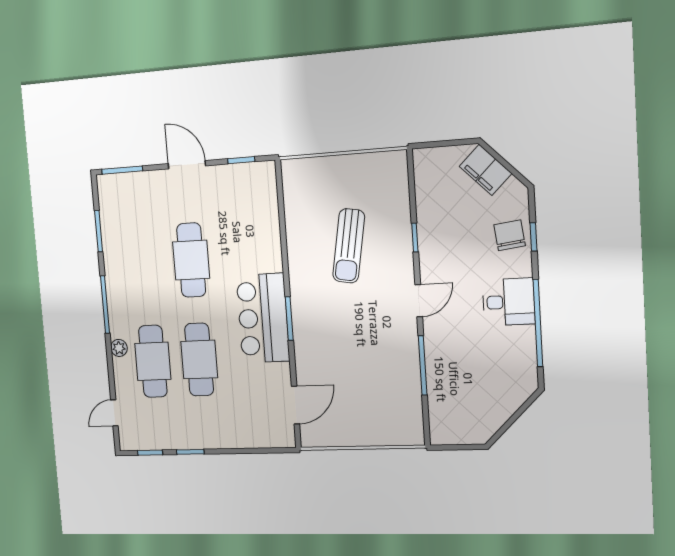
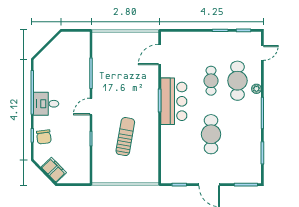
cafe table: (199, 360) -> (211, 81), width x0.73, depth x0.74

